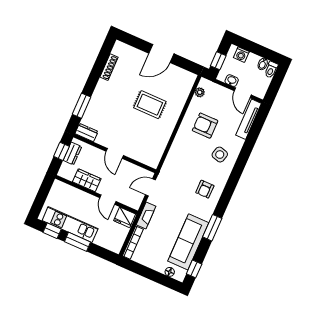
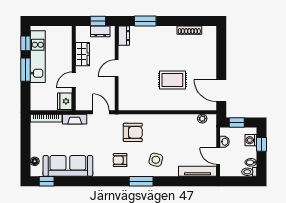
window: (250, 46) -> (262, 144), added
door: (161, 53) -> (221, 91), moved
door: (243, 93) -> (218, 156), hinge flipped
rug: (150, 105) -> (172, 80), turned 90
armchair: (205, 126) -> (133, 132), moved, turned 90
window: (212, 228) -> (141, 181), moved

